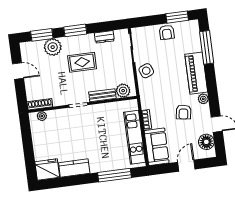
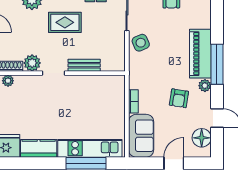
window: (207, 47) -> (217, 64), moved
plant: (123, 91) -> (32, 63), moved
kitchen unit: (135, 137) -> (90, 148), moved, turned 90

